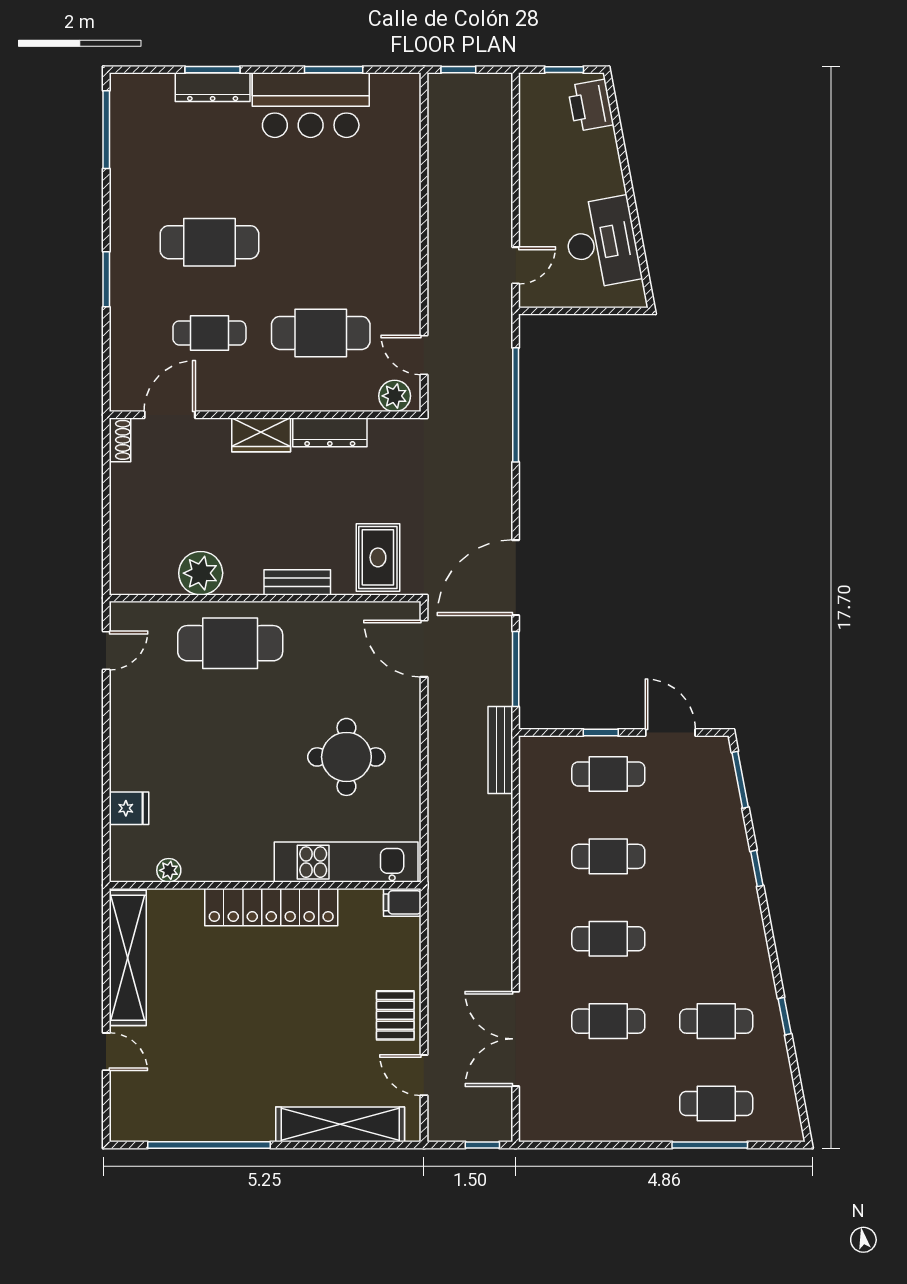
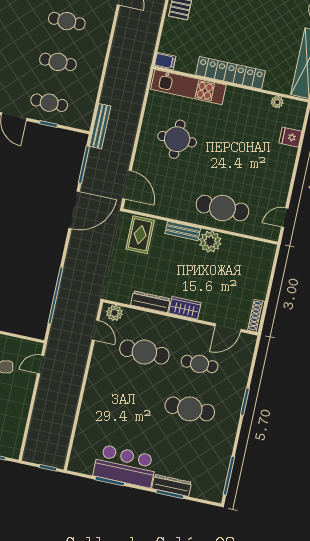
shoe rack: (120, 440) -> (256, 316), width x1.43
plant: (201, 573) -> (210, 242), moved

